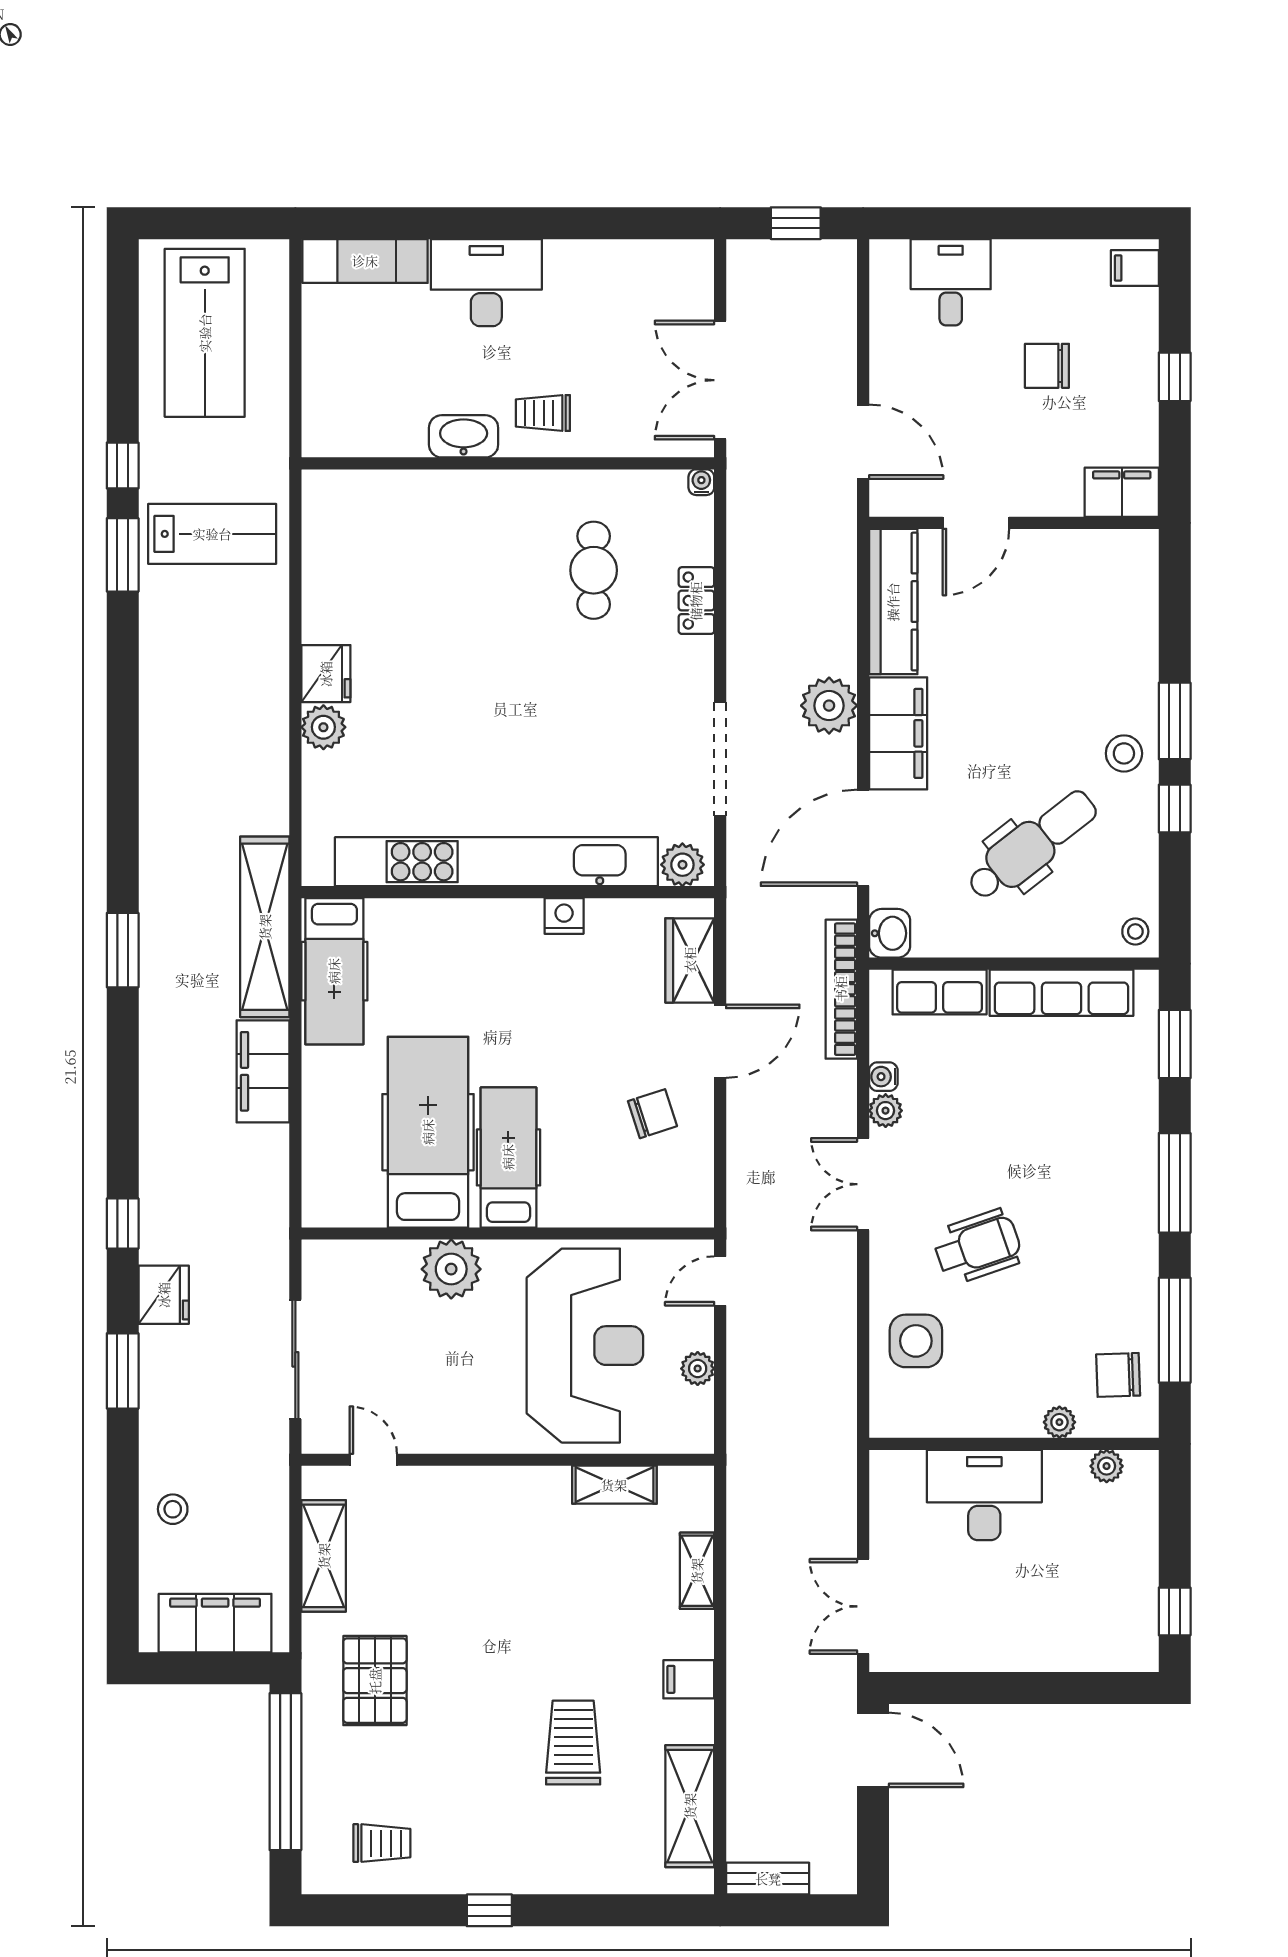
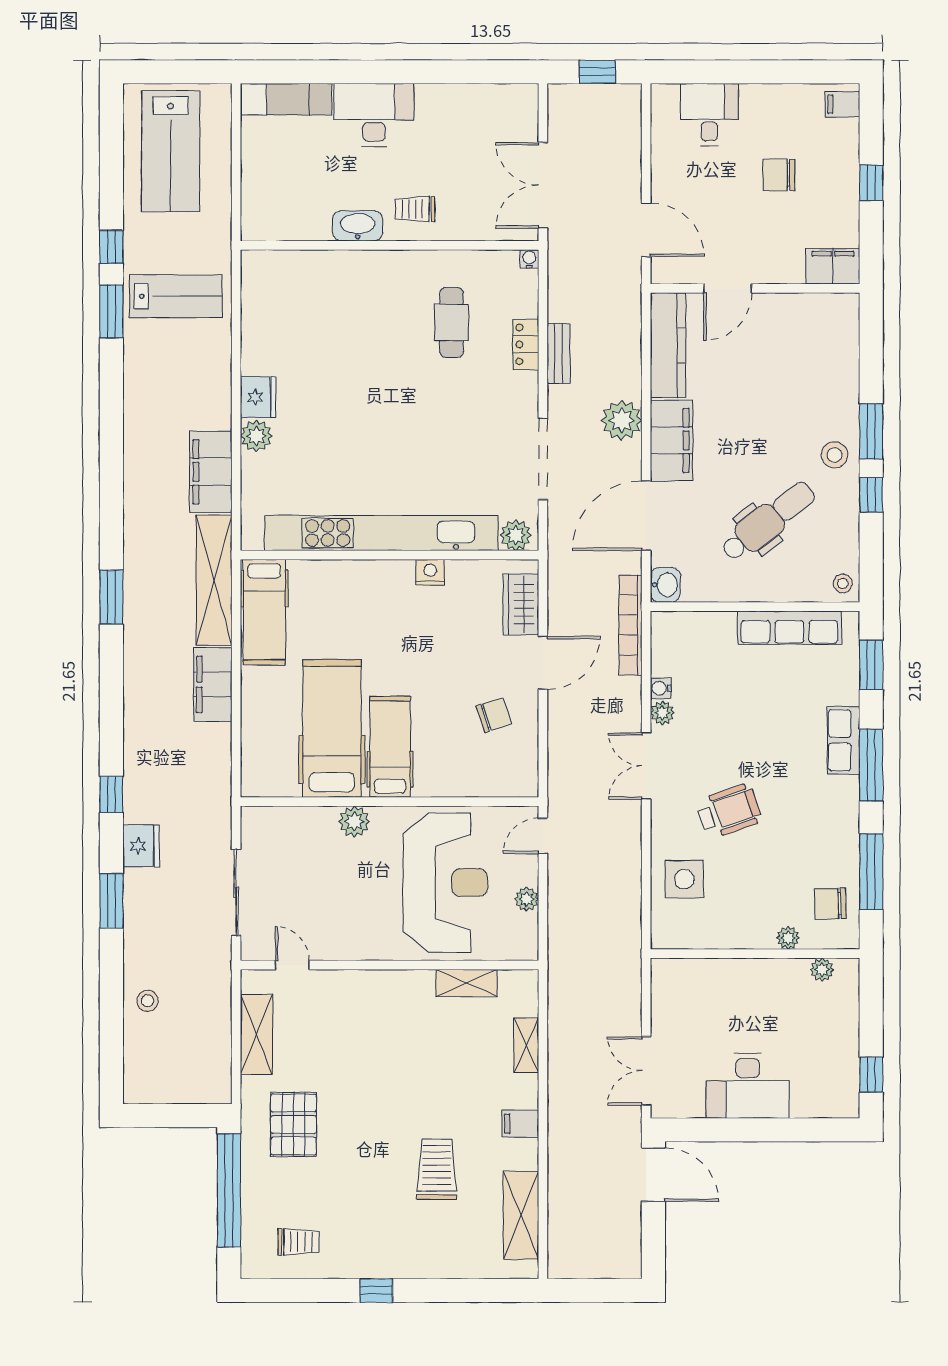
row of seats: (940, 992) -> (844, 740), moved, turned 90
plant: (451, 1269) -> (354, 822), width x0.73, depth x0.73
desk: (984, 1495) -> (748, 1086), moved, turned 180
filing cabinet: (215, 1623) -> (211, 472), moved, turned -90
bench: (768, 1879) -> (559, 353), moved, turned 90

